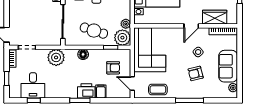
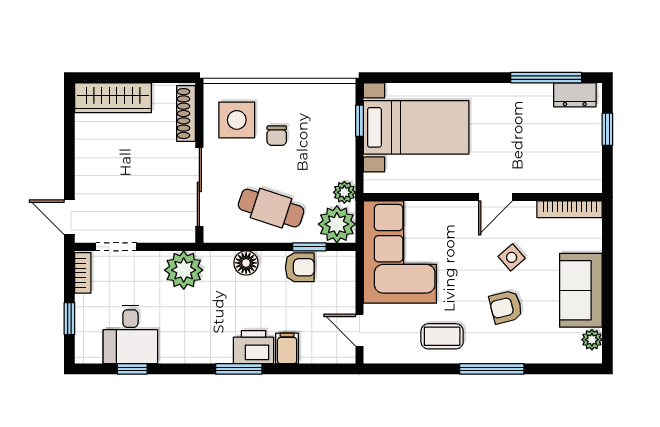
wardrobe: (215, 17) -> (550, 177), removed
armchair: (113, 68) -> (300, 267), moved
coffee table: (158, 90) -> (442, 336), moved

